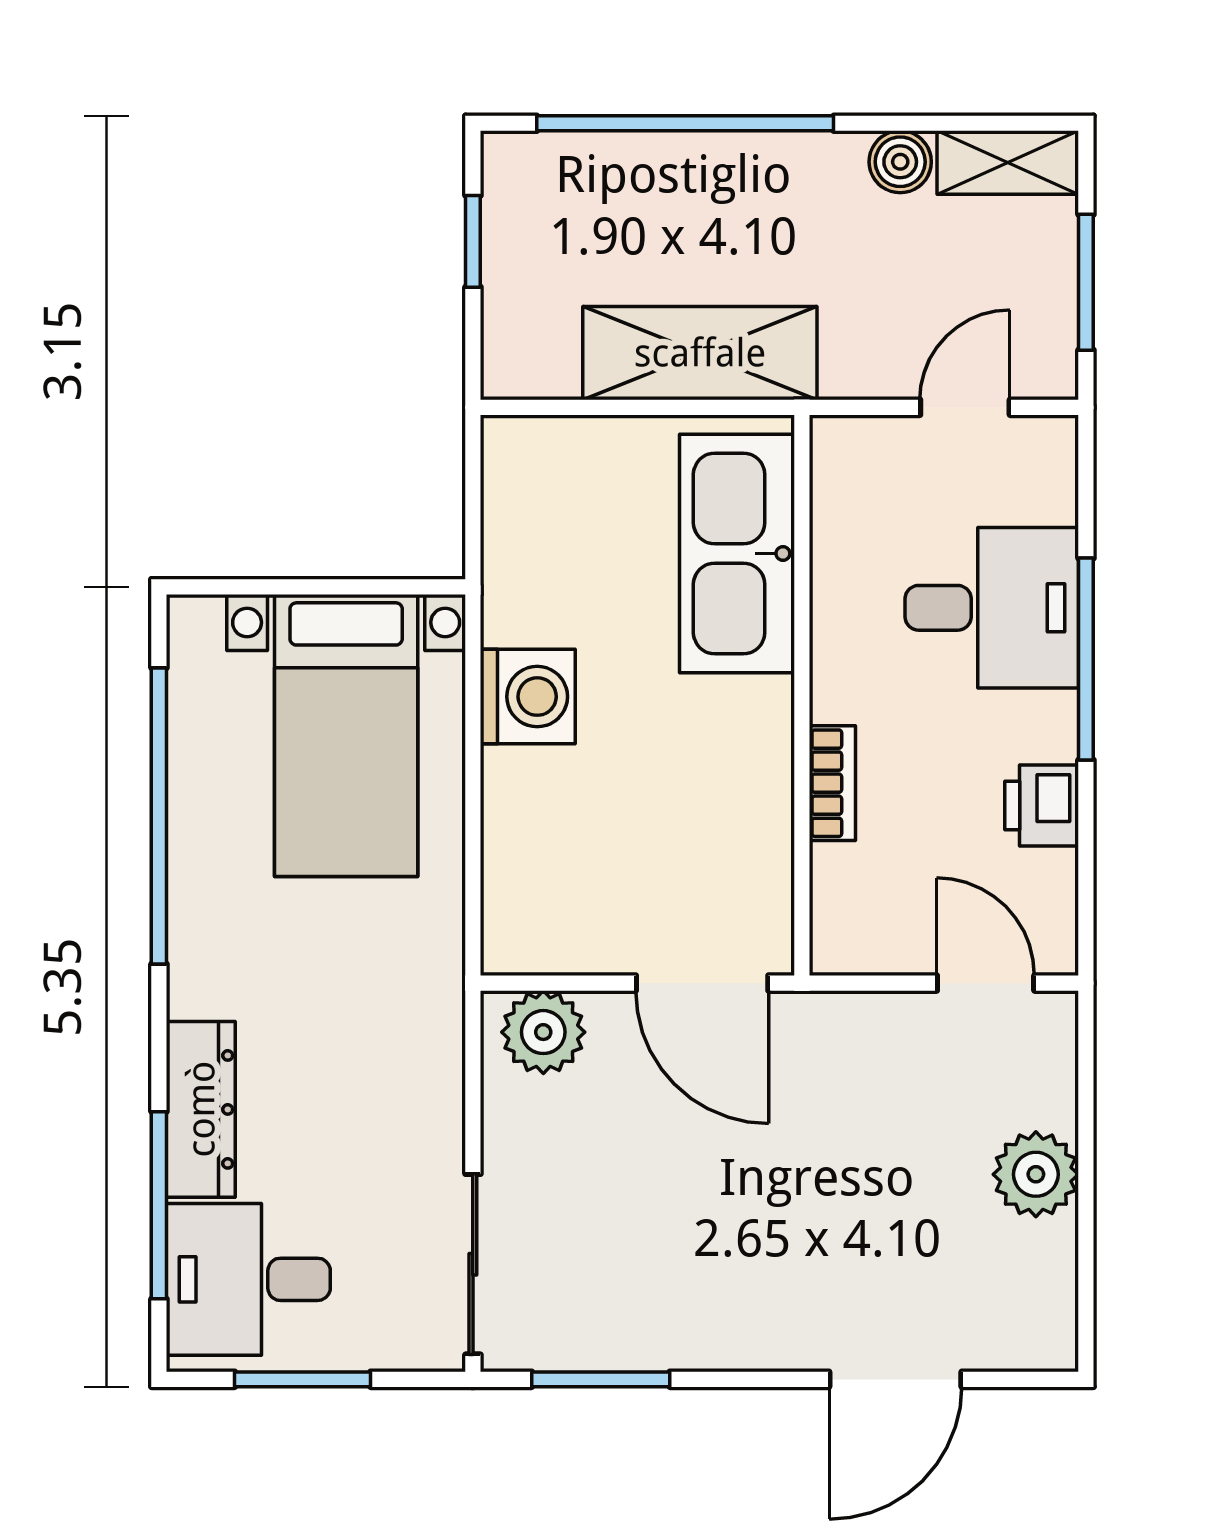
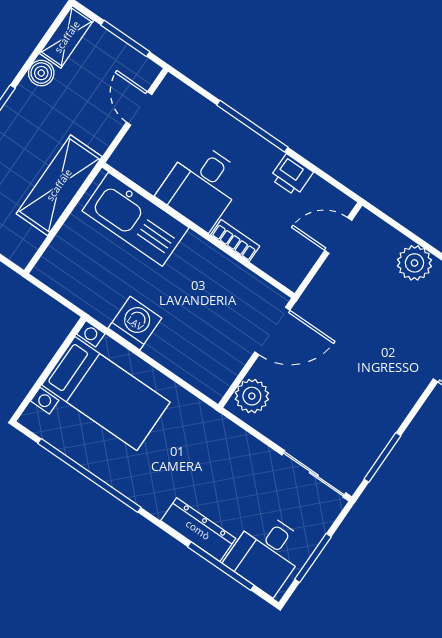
desk: (992, 608) -> (201, 186), moved, turned 180

